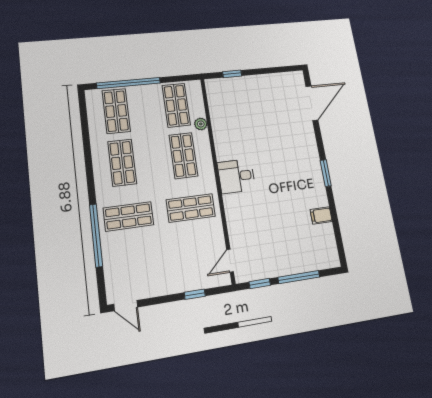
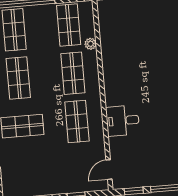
desk: (236, 176) -> (123, 121), moved
shop shelf: (191, 208) -> (77, 121), turned 90

